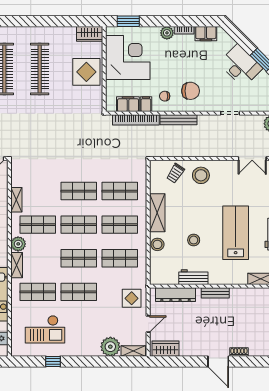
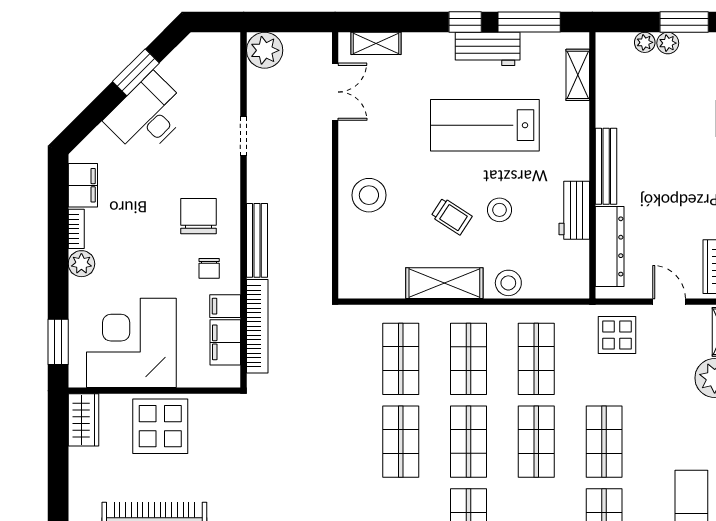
trolley: (175, 173) -> (452, 216), moved
bench: (215, 293) -> (606, 166), width x1.36

